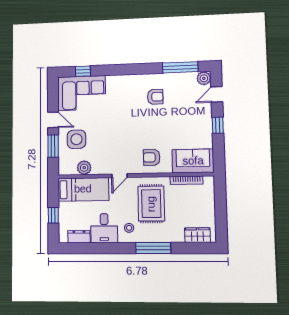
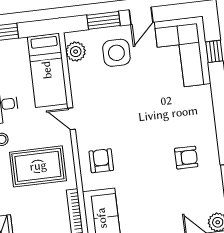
armchair: (155, 97) -> (186, 158), turned -90
plant: (84, 168) -> (76, 52), moved

